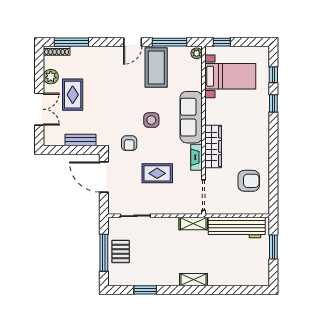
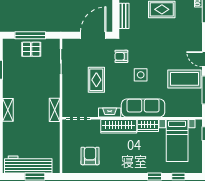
plant: (197, 53) -> (196, 113), removed
wardrobe: (212, 111) -> (148, 125), added
armchair: (249, 181) -> (90, 156), turned 180
workbench: (237, 227) -> (28, 165), moved, turned 90

